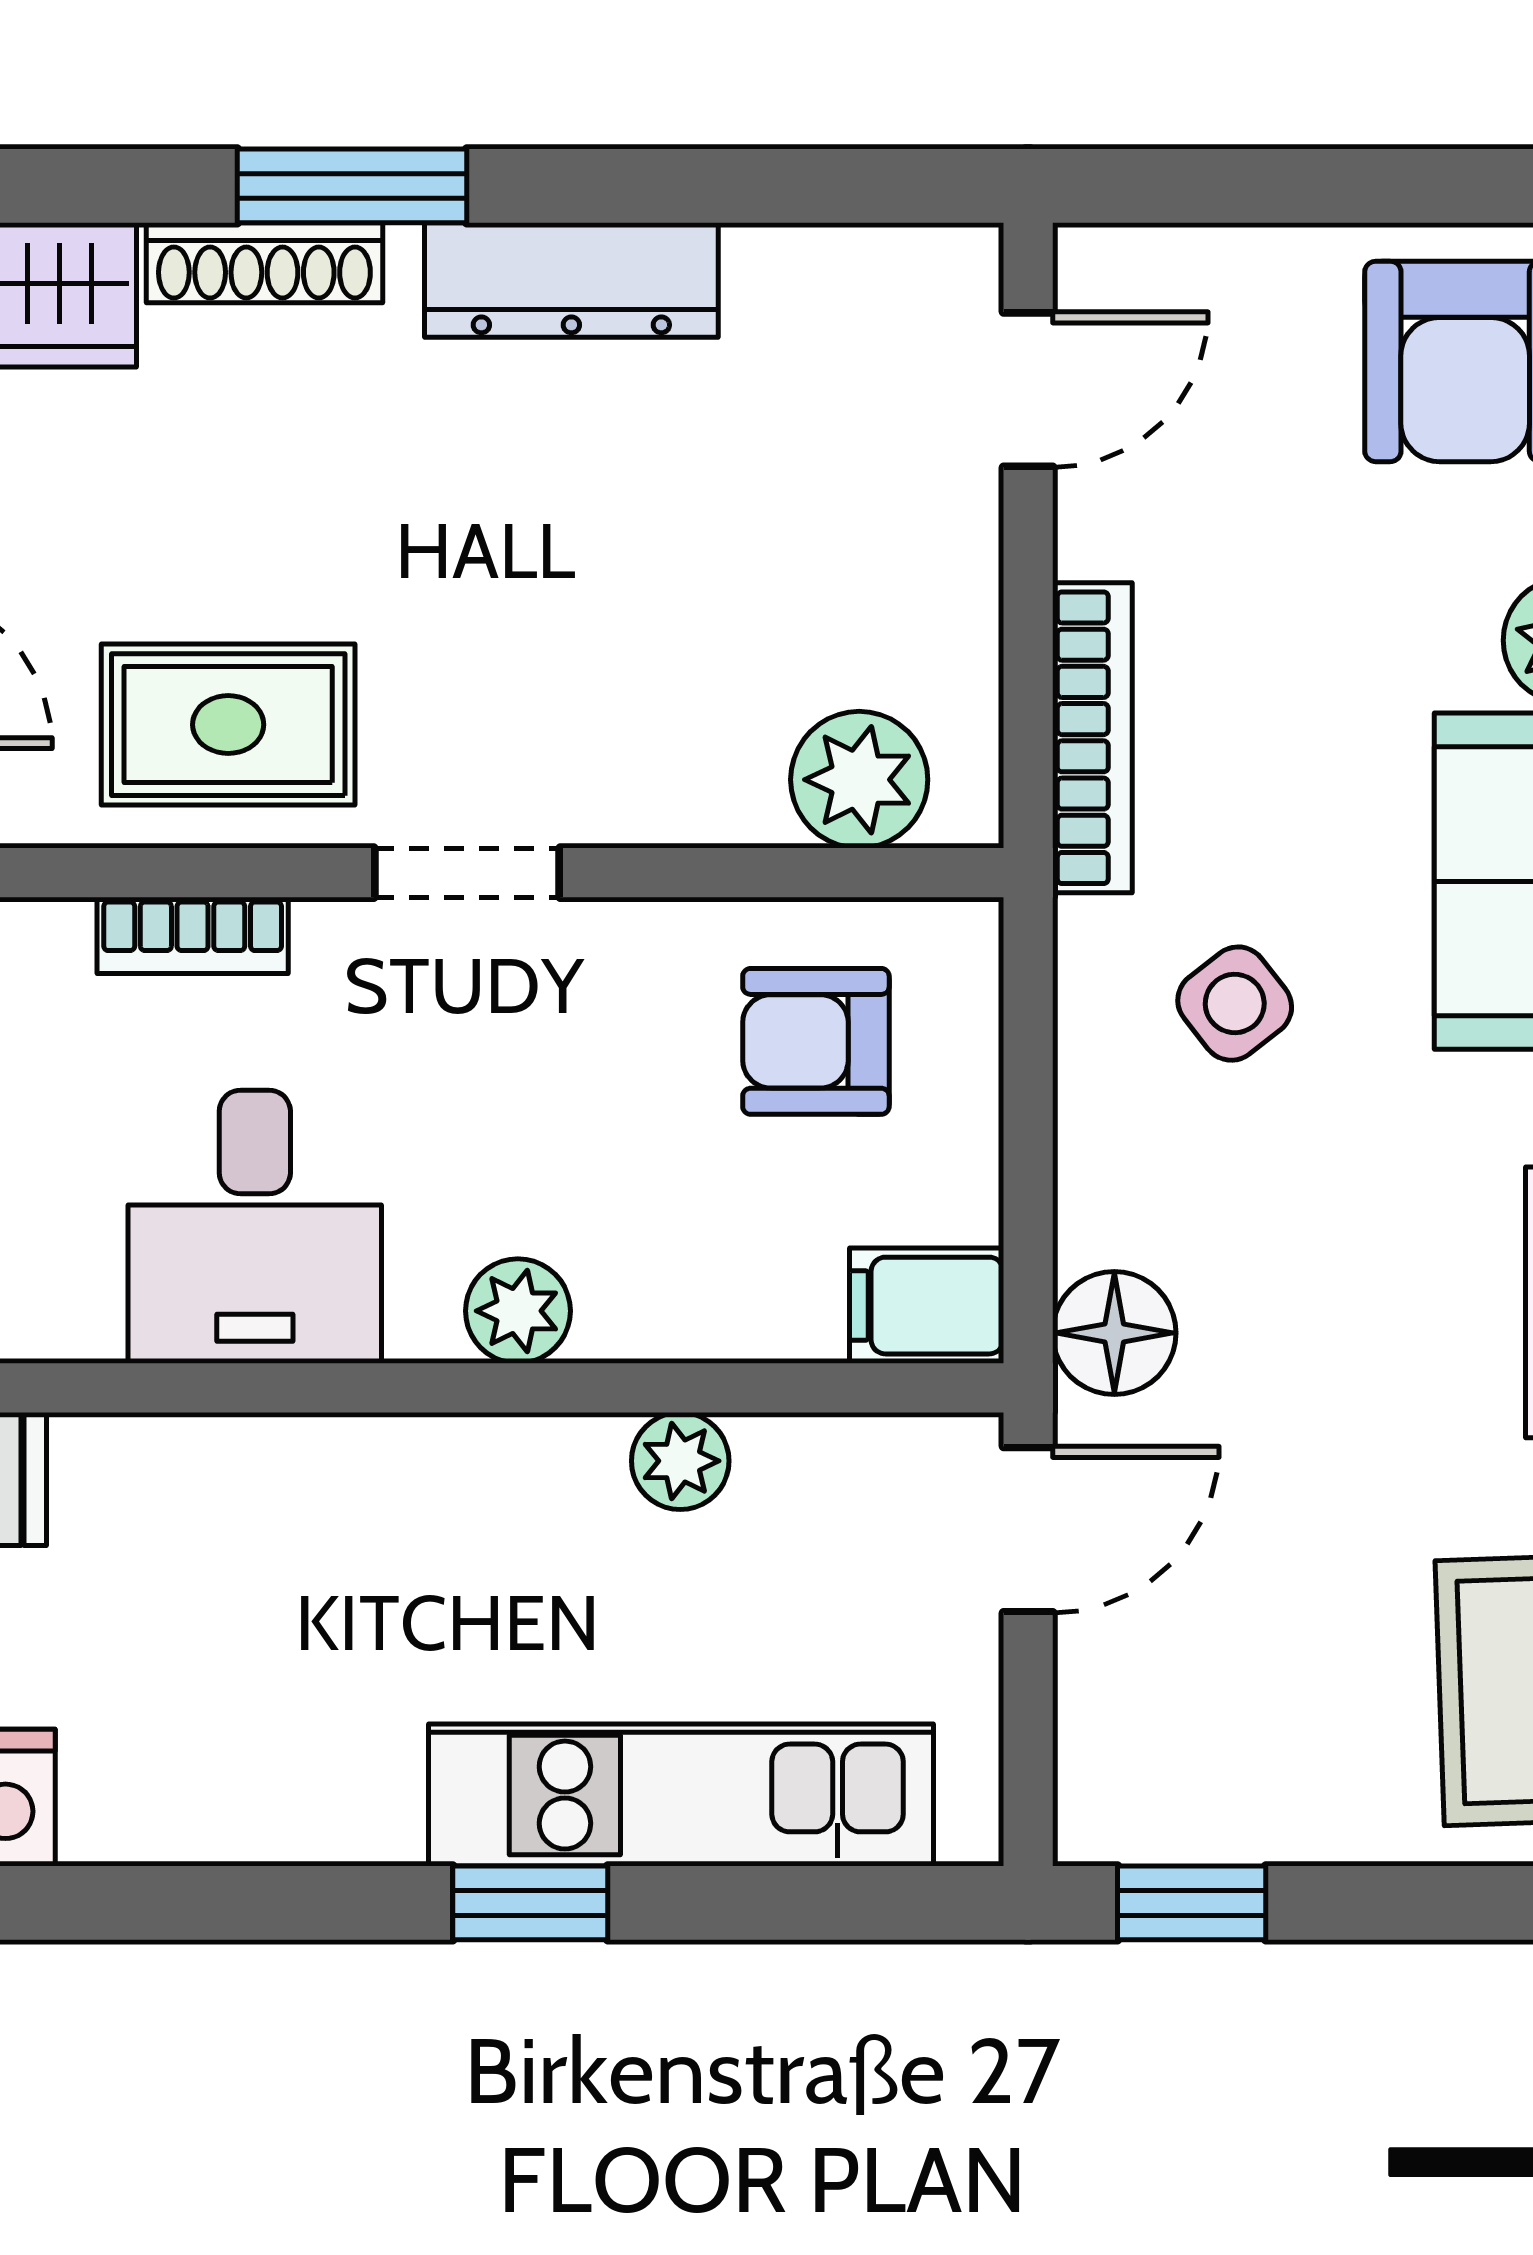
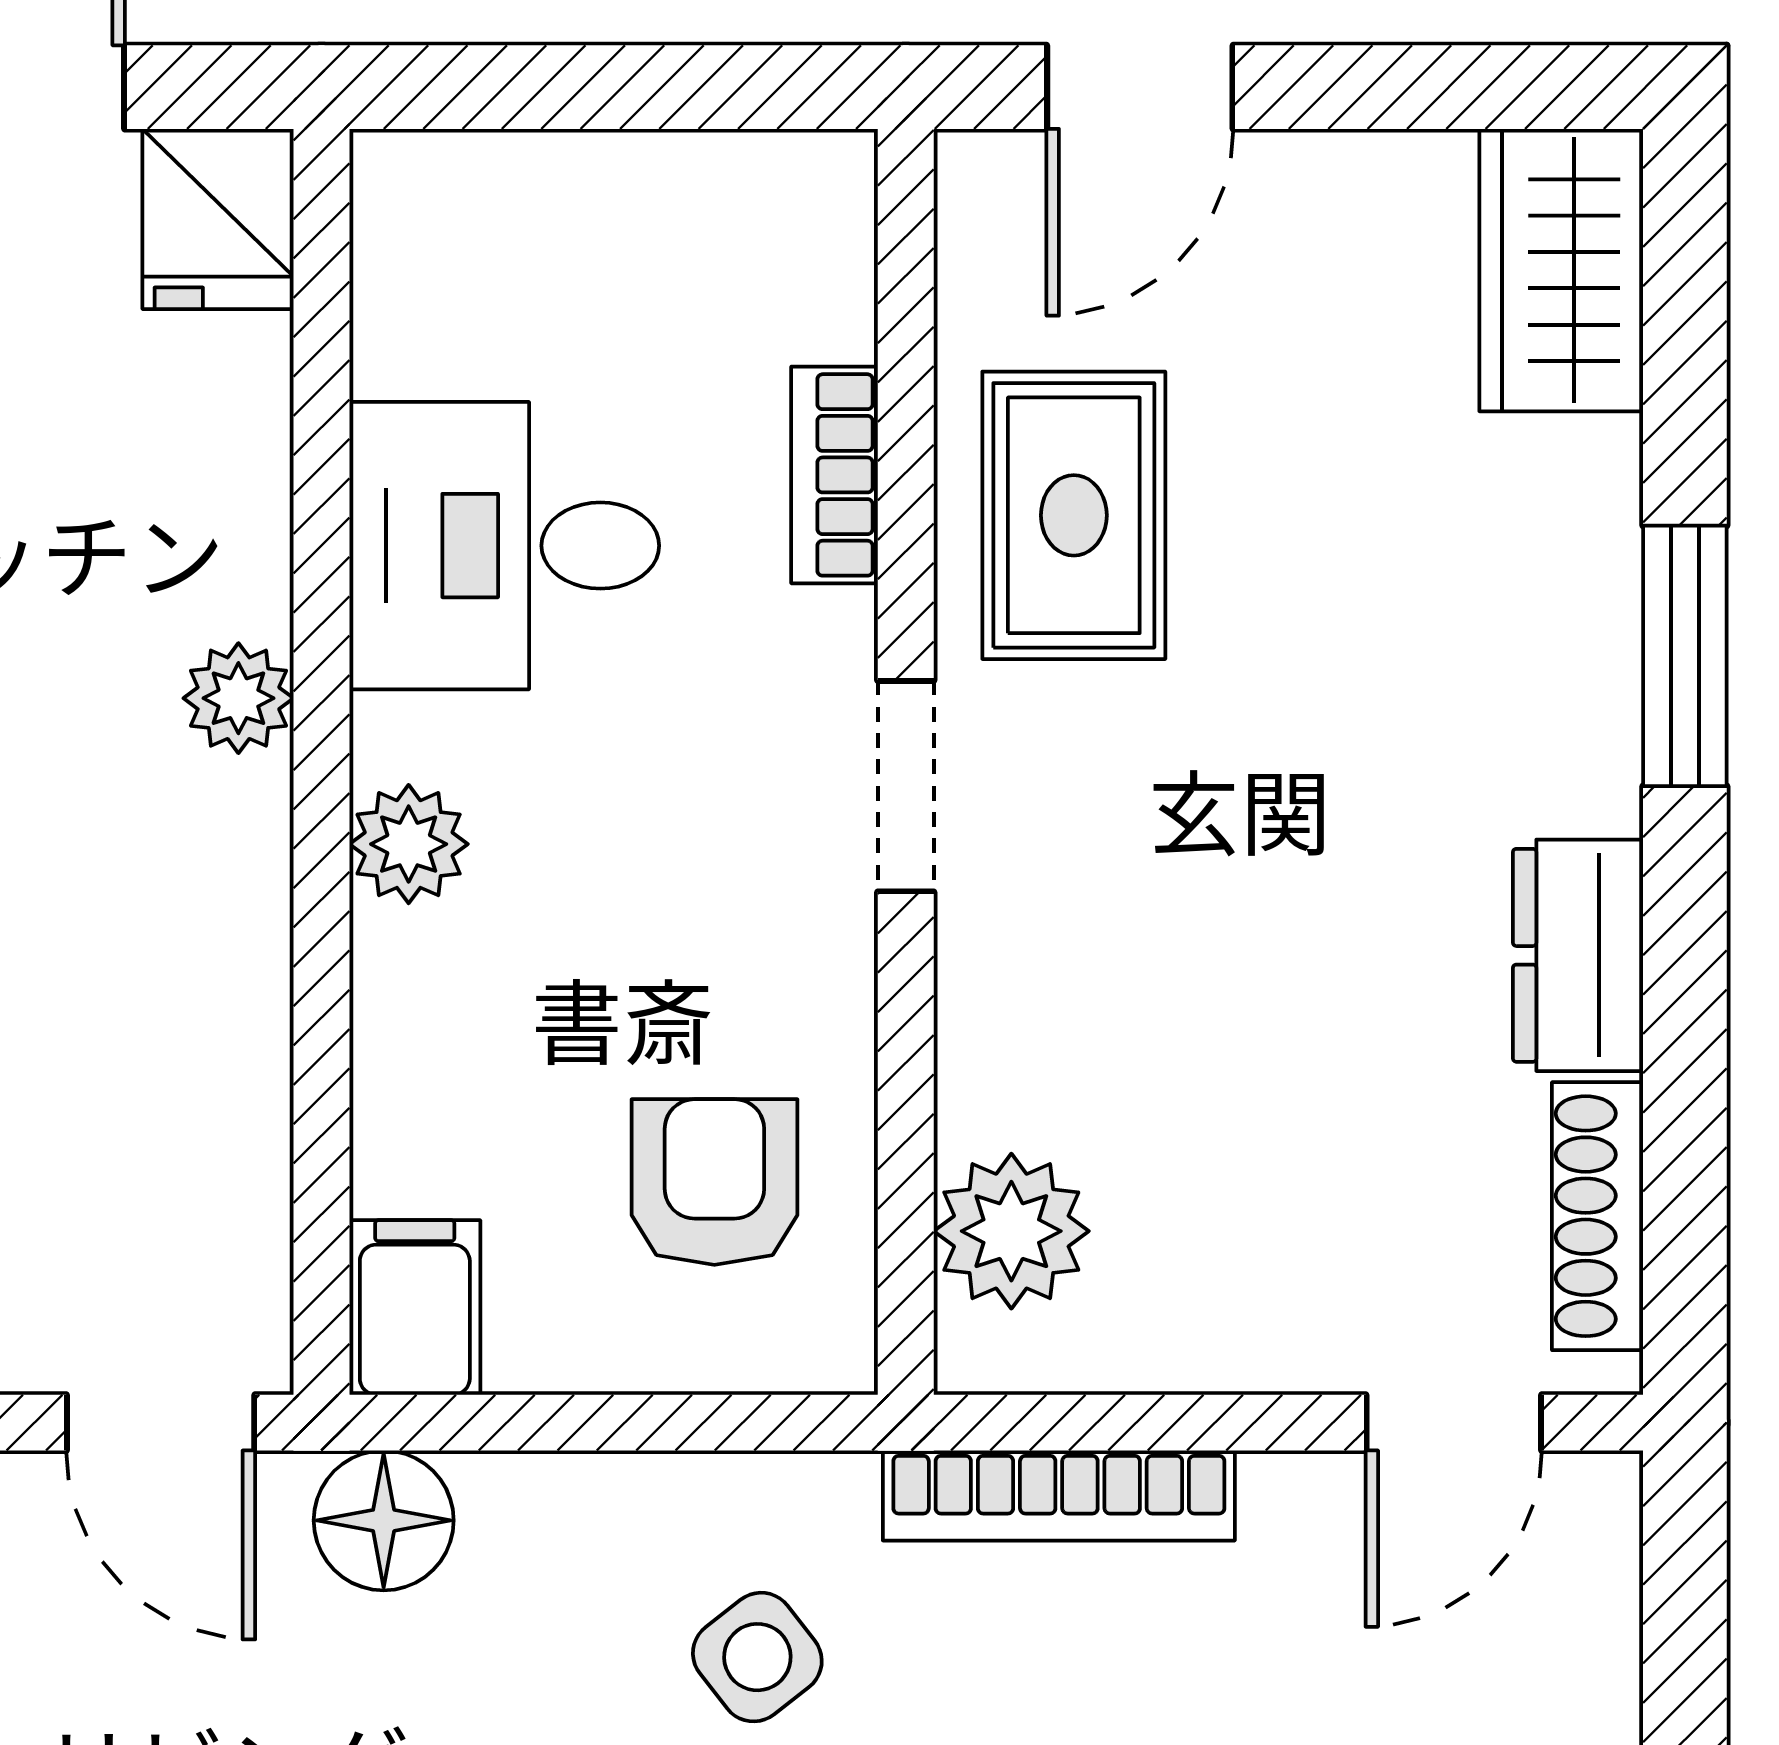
shoe rack: (264, 263) -> (1598, 1216), moved
dresser: (571, 280) -> (1578, 955), width x0.70
door: (1028, 390) -> (1454, 1423), hinge flipped
plant: (680, 1461) -> (238, 698), moved

